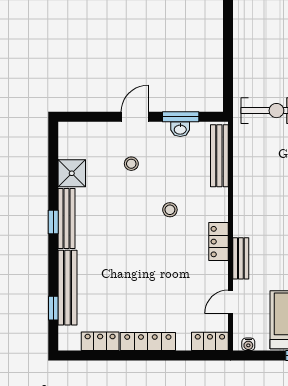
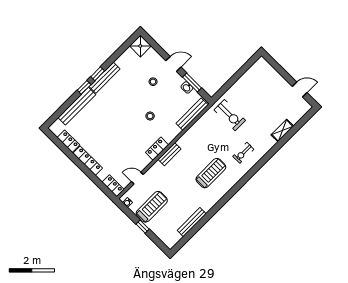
shower: (72, 173) -> (140, 46), moved
bench: (241, 258) -> (169, 154), moved
window: (53, 308) -> (84, 87), moved

